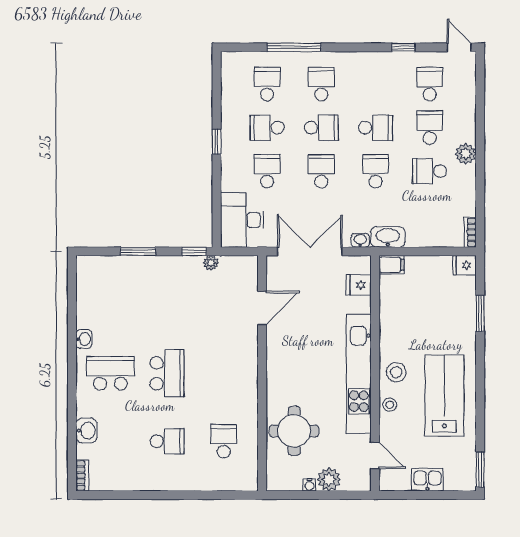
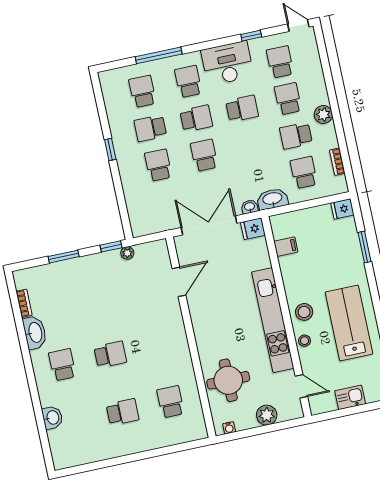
school desk: (375, 171) -> (304, 173), moved
desk: (242, 220) -> (227, 63), moved, turned 90
bookcase: (470, 232) -> (337, 162), moved
filing cabinet: (391, 265) -> (286, 247), moved
fridge: (359, 285) -> (253, 229), moved
washbasin: (84, 339) -> (35, 333), width x1.91, depth x1.45
school desk: (111, 373) -> (62, 365), width x0.54
school desk: (167, 373) -> (110, 354), width x0.54
bookcase: (82, 476) -> (24, 303), moved
water cooler: (309, 485) -> (229, 428), moved

